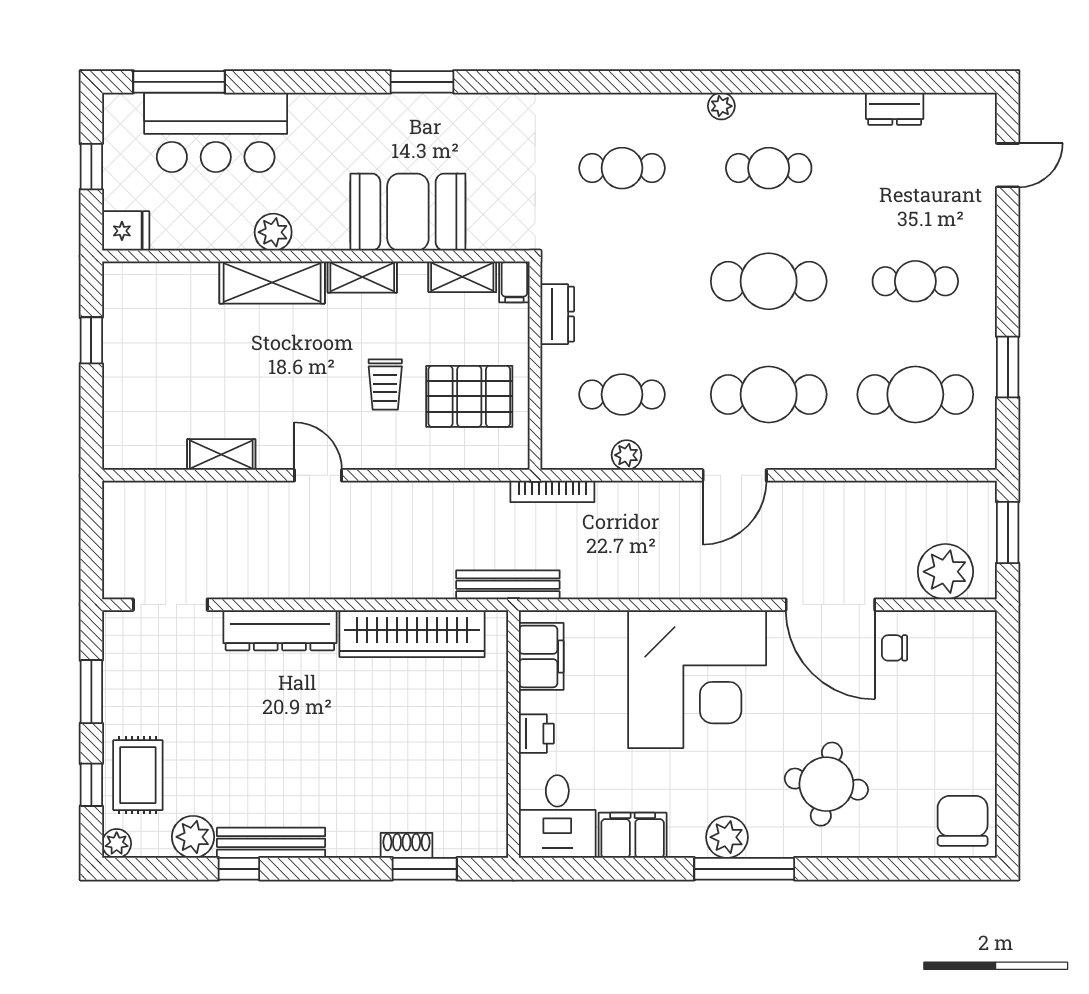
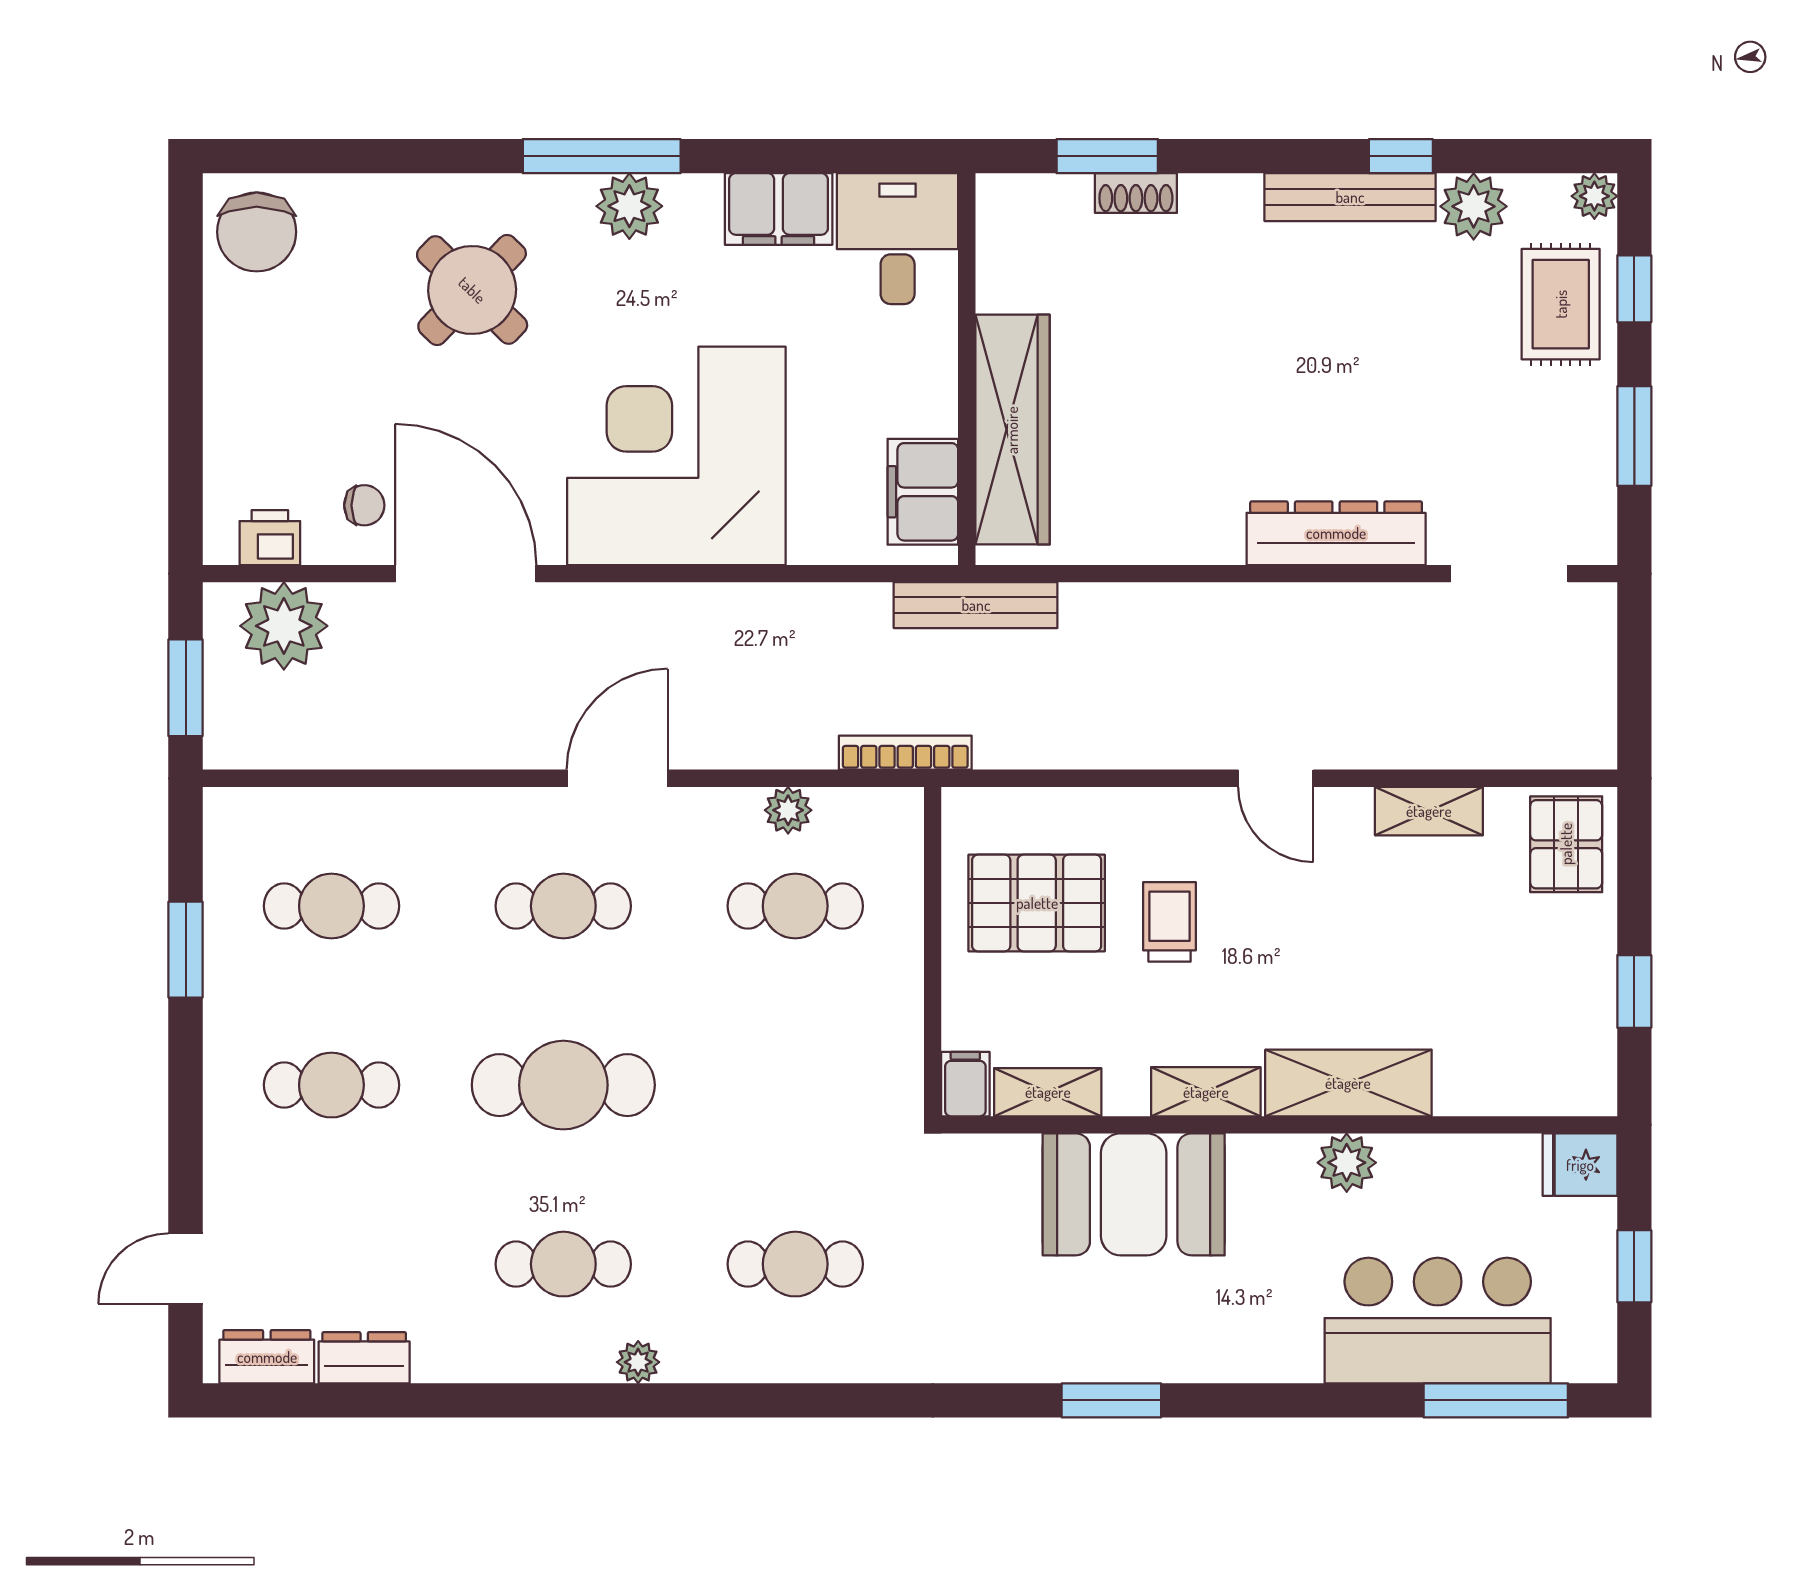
dresser: (557, 314) -> (267, 1357), moved, turned 90
cafe table: (769, 394) -> (563, 906), width x0.73, depth x0.74
cafe table: (915, 394) -> (331, 906), width x0.73, depth x0.74
pallet: (134, 434) -> (1566, 844), added
wardrobe: (412, 634) -> (1012, 430), moved, turned 90
printer: (536, 734) -> (270, 538), moved, turned 90
round table: (826, 784) -> (472, 290), turned 34

